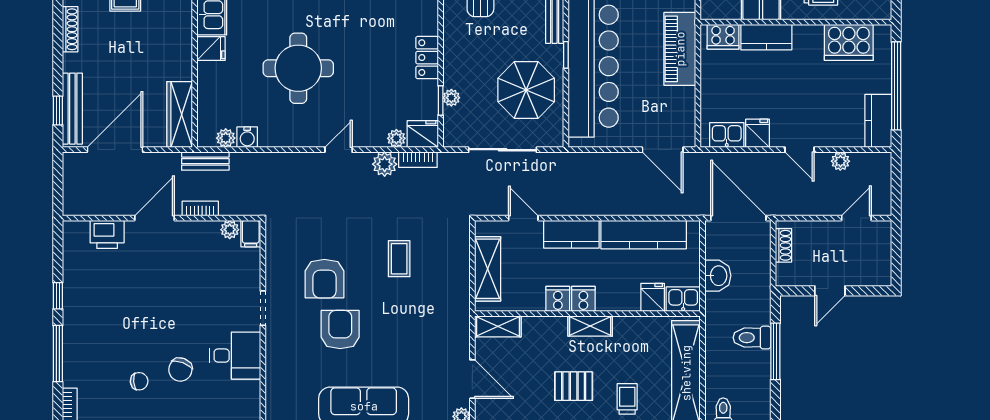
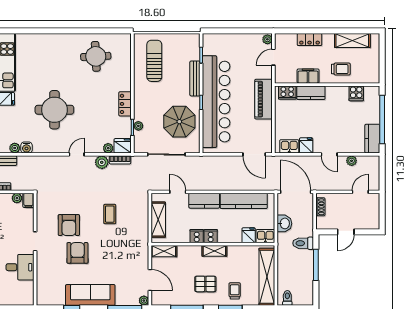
cooker: (849, 42) -> (356, 93), width x0.53, depth x0.76
toilet: (752, 338) -> (303, 243), moved

